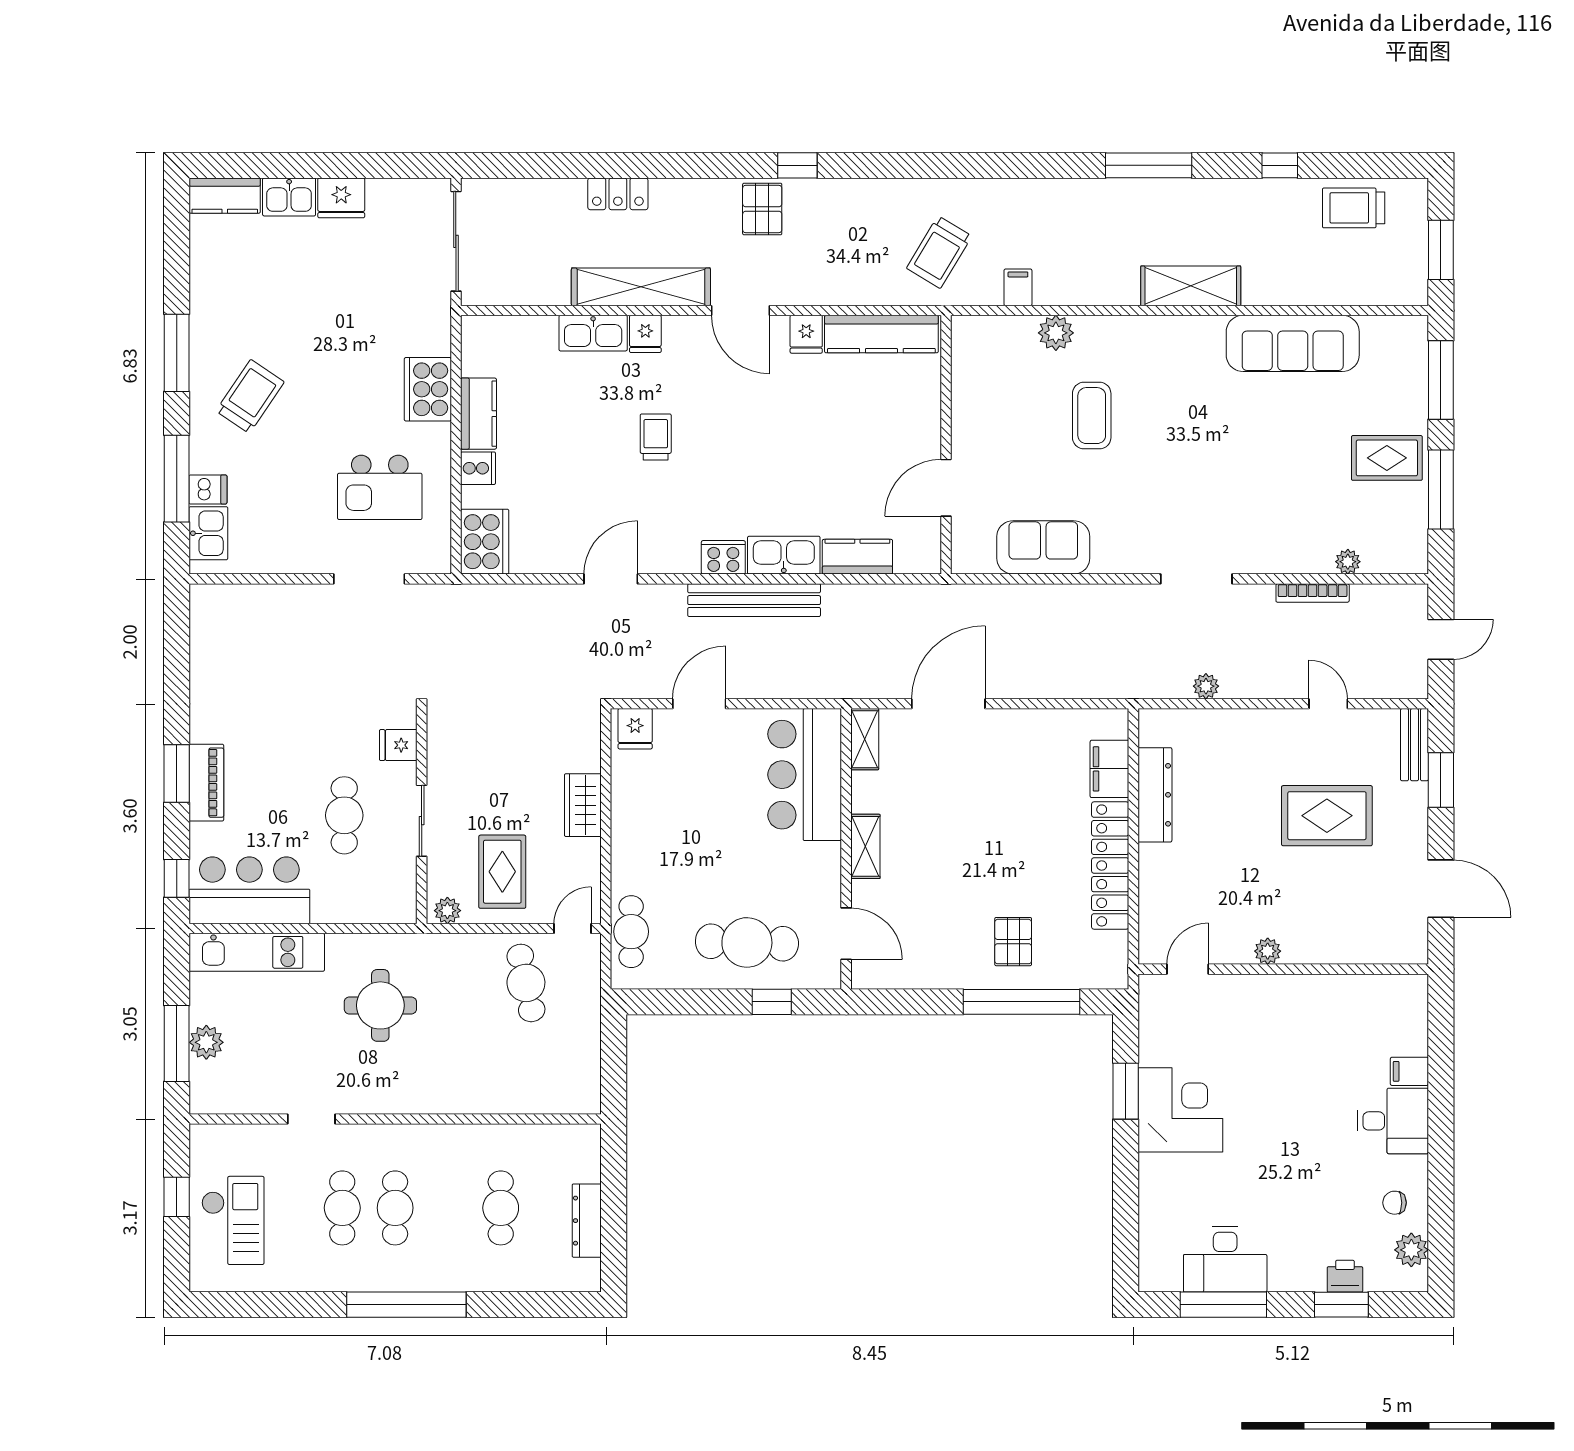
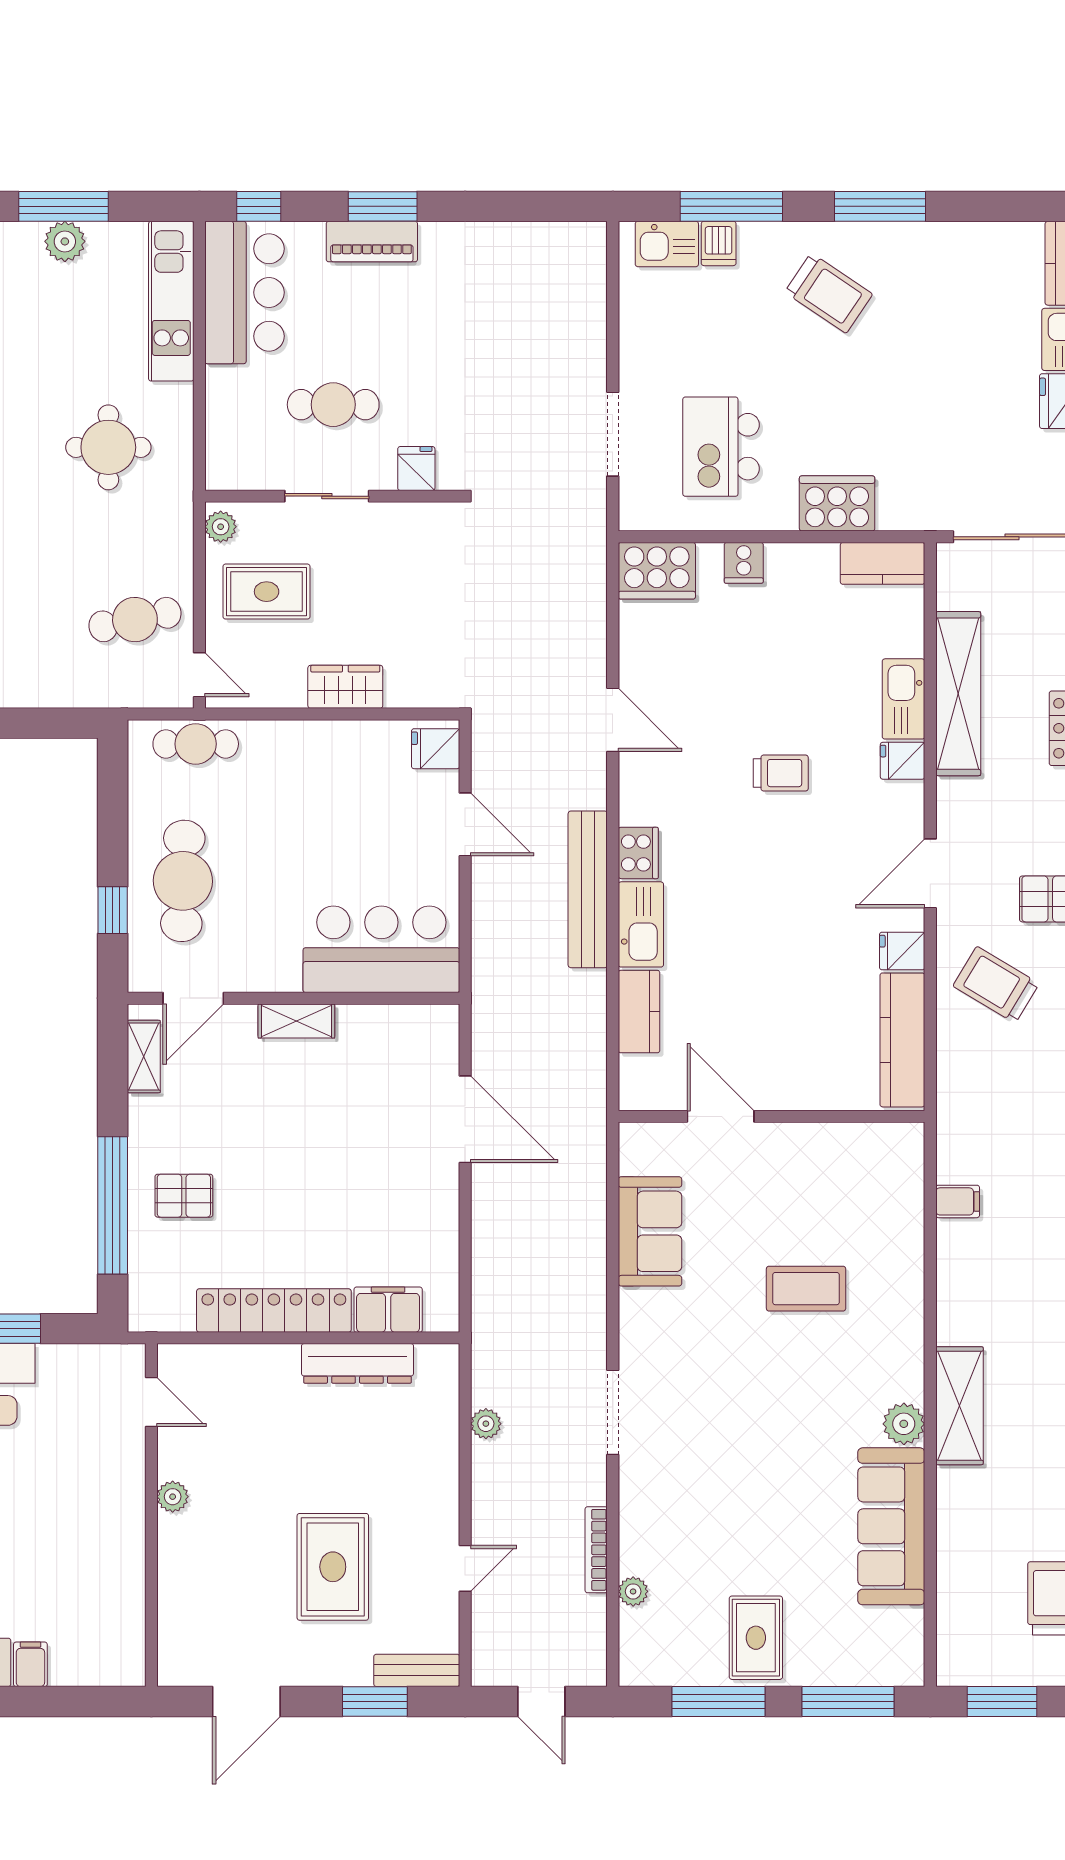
trolley: (939, 252) -> (996, 985), moved
shelving: (641, 287) -> (958, 694), moved
plant: (1056, 333) -> (904, 1424), moved
kitchen counter: (478, 414) -> (883, 563), moved
shelving: (865, 739) -> (144, 1057), moved, turned 90

